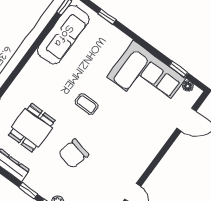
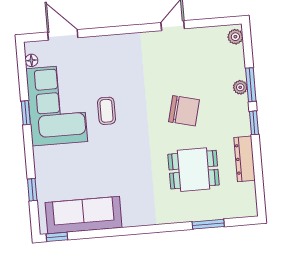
window: (179, 69) -> (26, 113), moved
coffee table: (87, 104) -> (106, 111), moved

